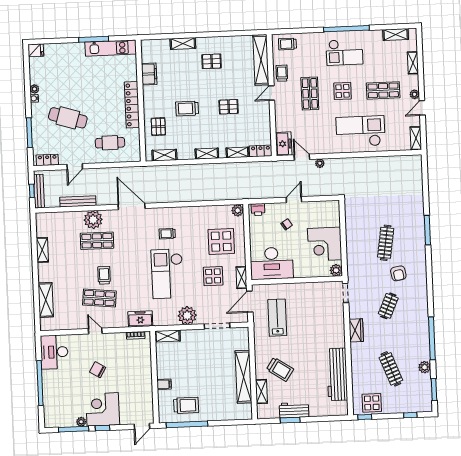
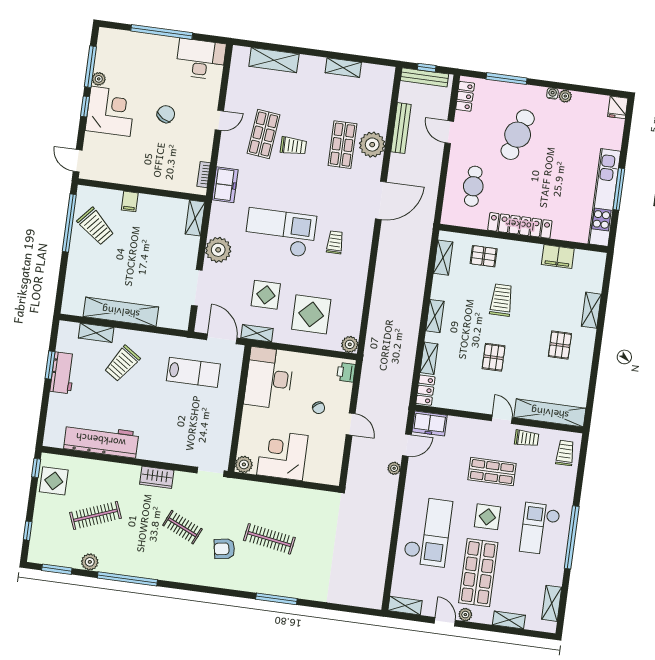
kitchen unit: (111, 48) -> (604, 197), width x1.36
shop shelf: (383, 90) -> (478, 573), width x1.43, depth x1.36
trolley: (186, 405) -> (96, 226), turned -49

